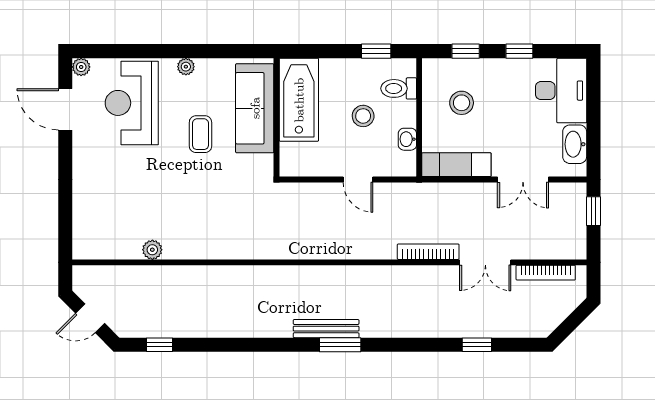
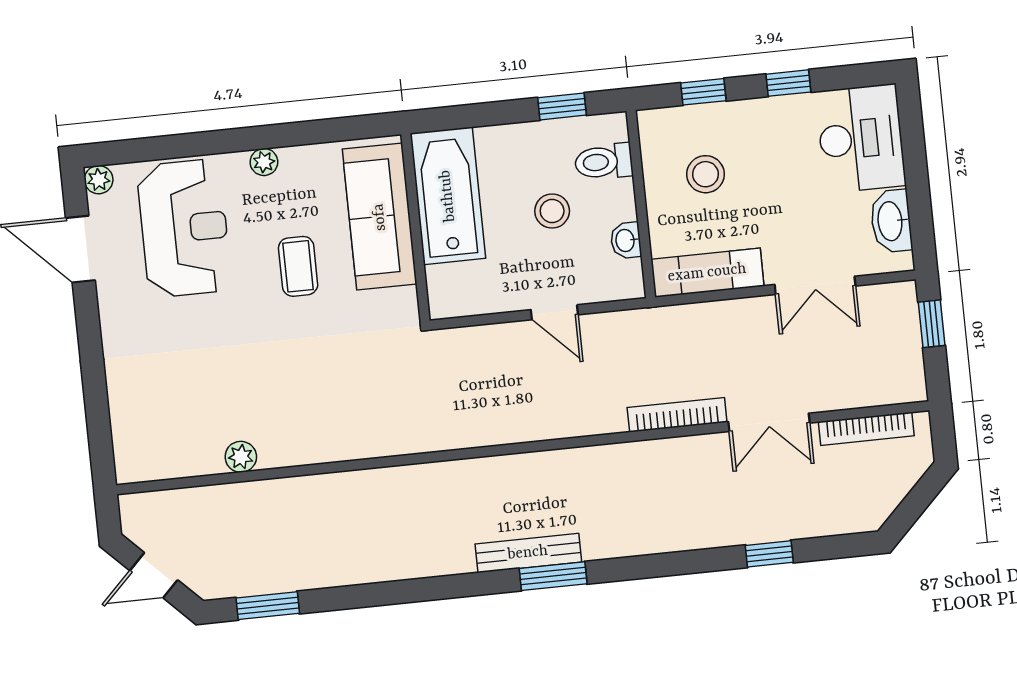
reception desk: (132, 103) -> (184, 228), turned 180
window: (159, 345) -> (268, 606), width x1.50

